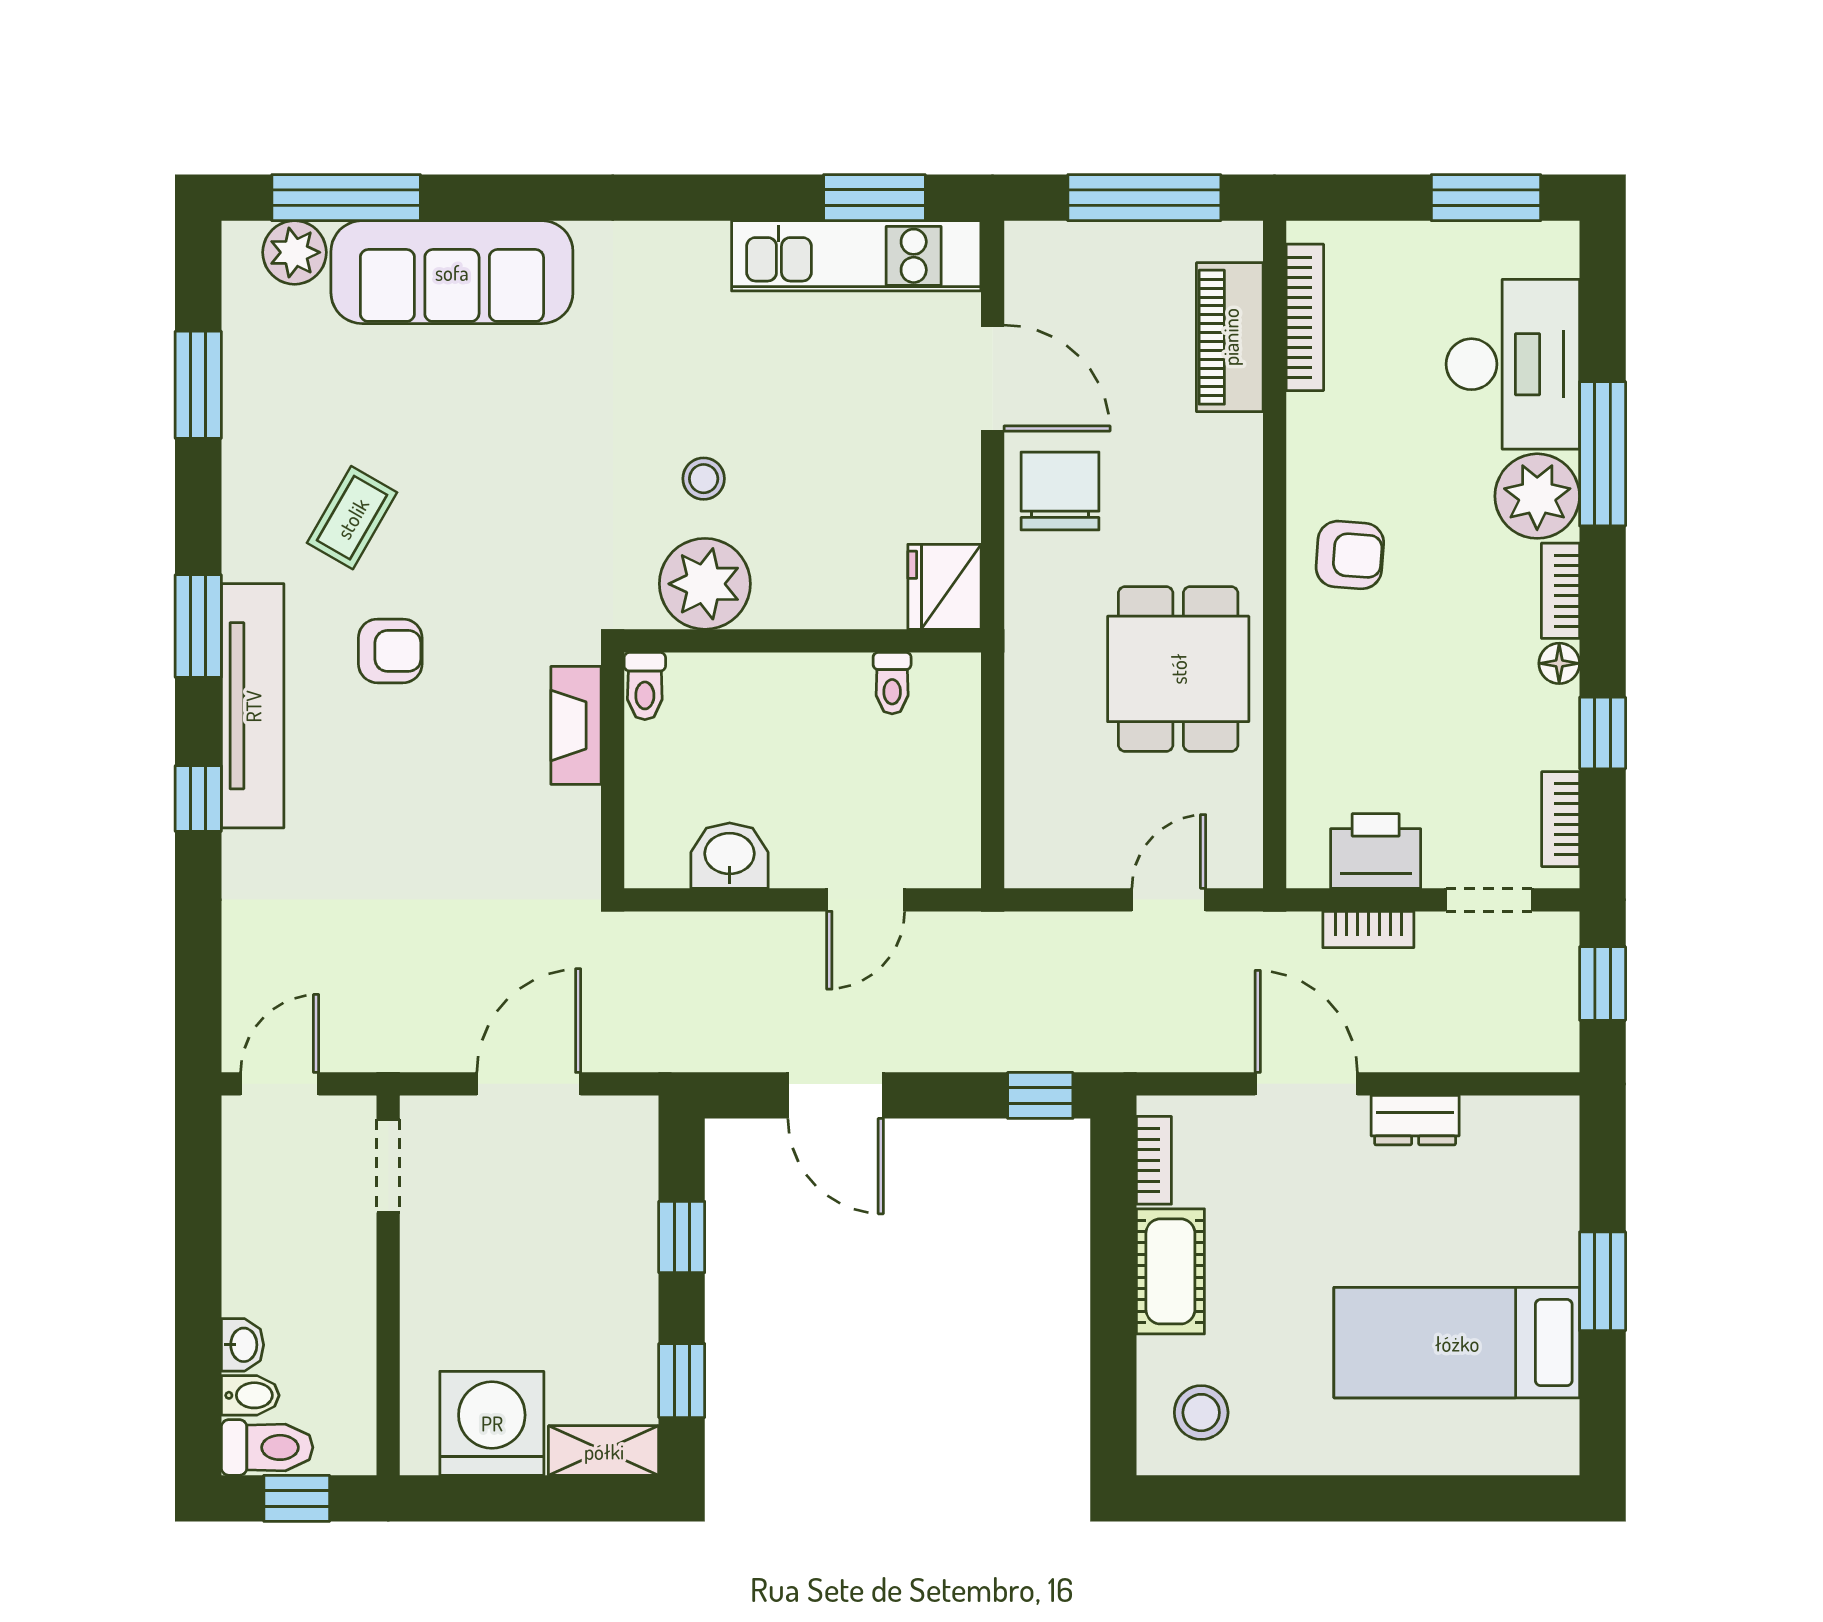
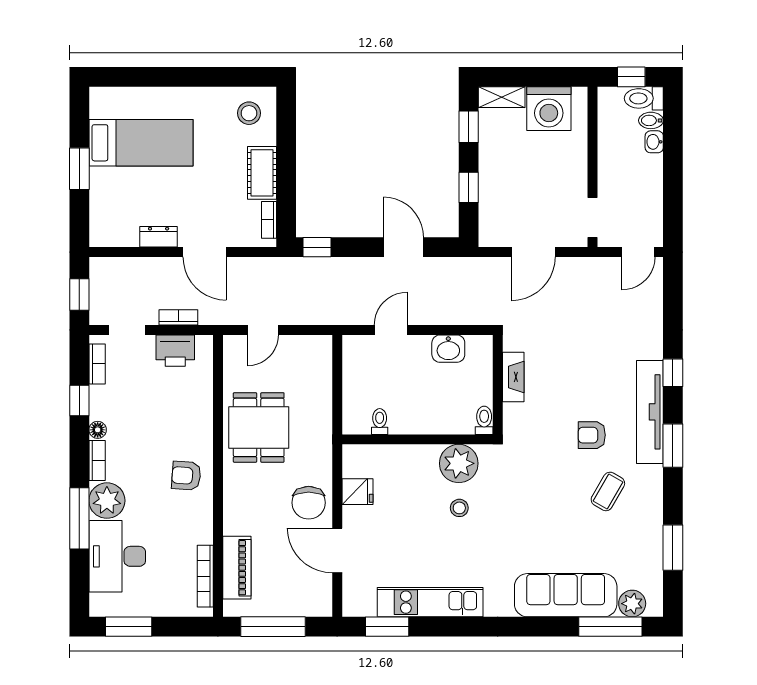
kitchen unit: (856, 256) -> (430, 602), moved
fridge: (944, 587) -> (358, 492), moved, width x0.72
fireplace: (576, 725) -> (513, 377), moved

